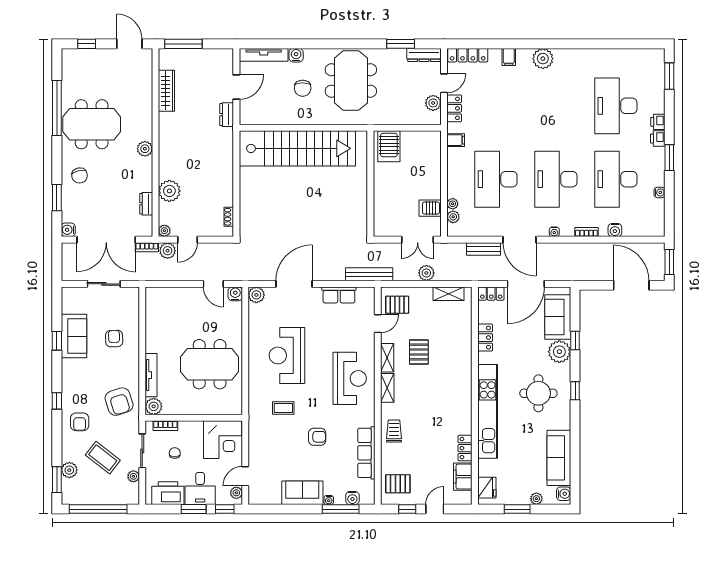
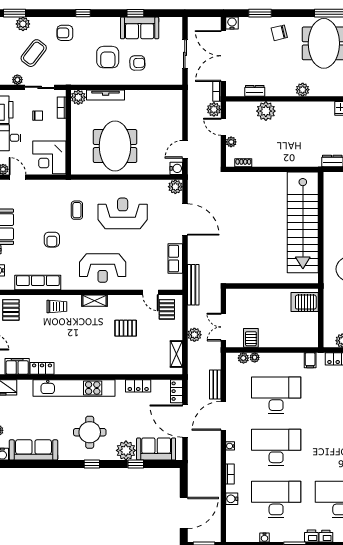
plant: (164, 231) -> (231, 142), moved
shelving: (387, 358) -> (121, 301), removed
armchair: (119, 402) -> (108, 57), moved, turned -72

